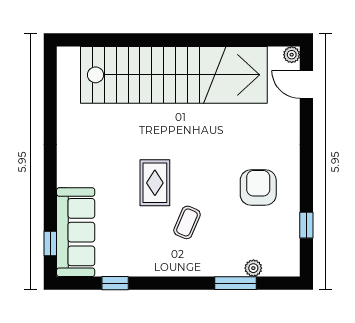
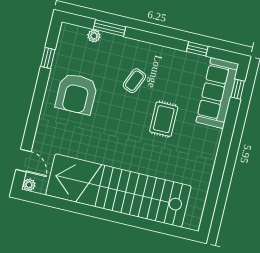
rug: (155, 183) -> (164, 119), moved
armchair: (258, 188) -> (76, 94), width x1.36, depth x1.36

